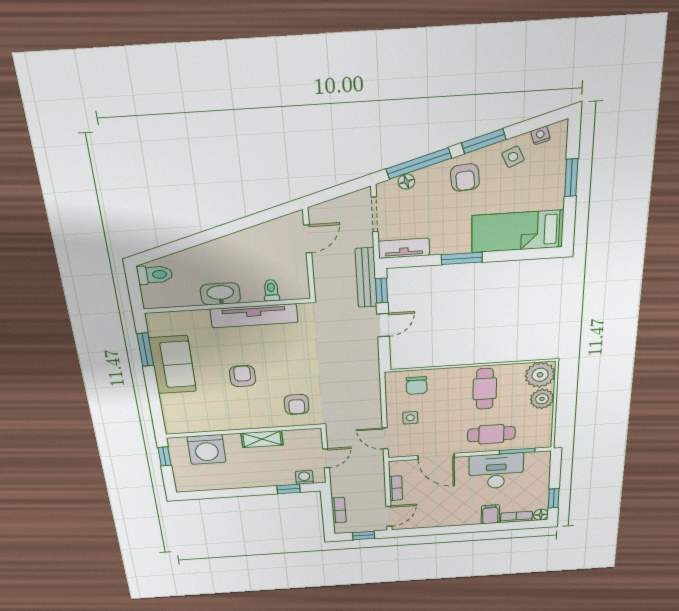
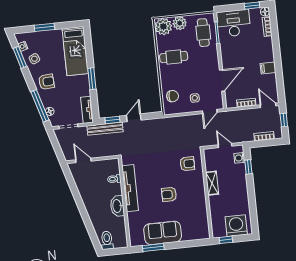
window: (484, 141) -> (20, 57), moved
door: (383, 325) -> (134, 118), hinge flipped
cafe table: (491, 434) -> (203, 33), moved
washing machine: (207, 449) -> (236, 226), moved, turned -90
desk: (496, 471) -> (234, 23), moved, turned 90
filing cabinet: (490, 514) -> (268, 68), moved

